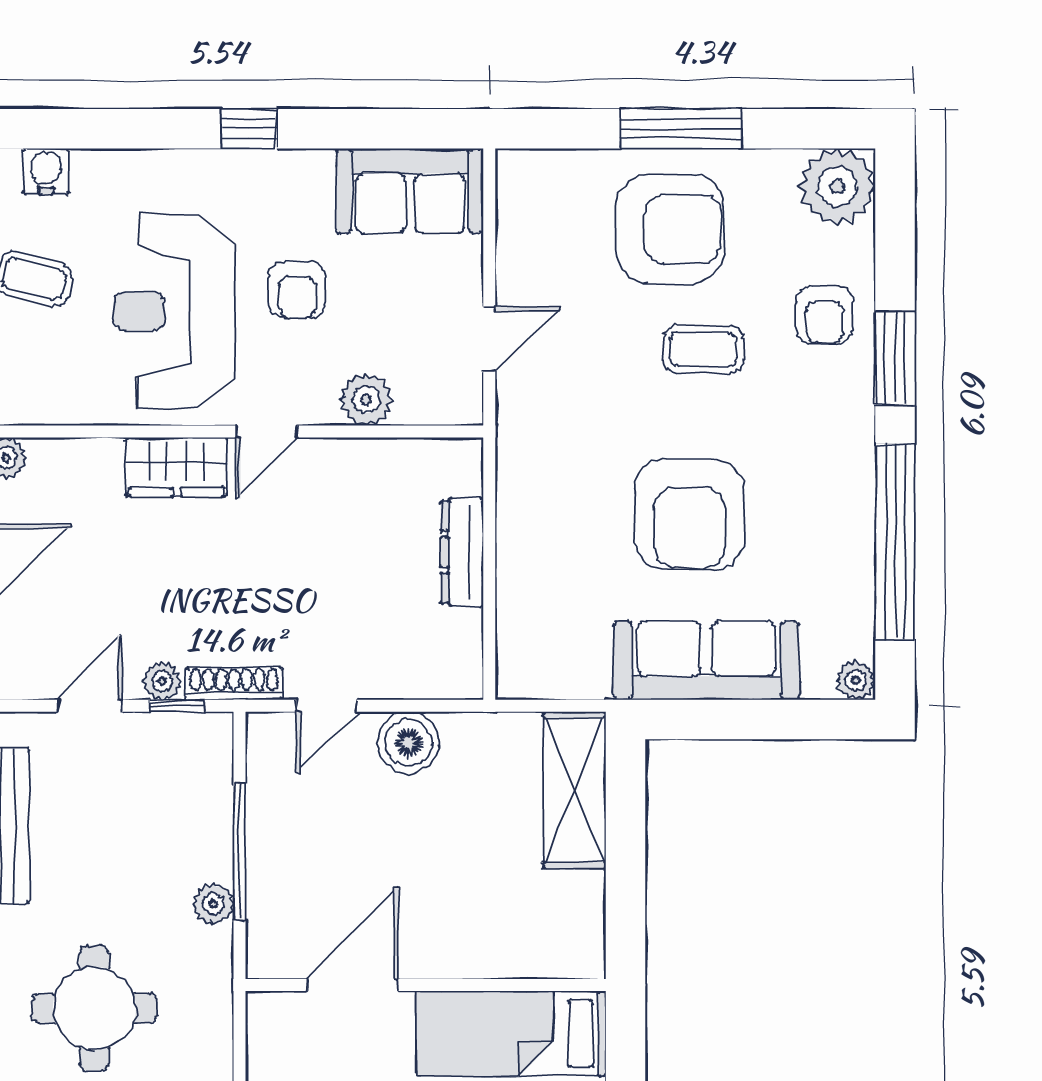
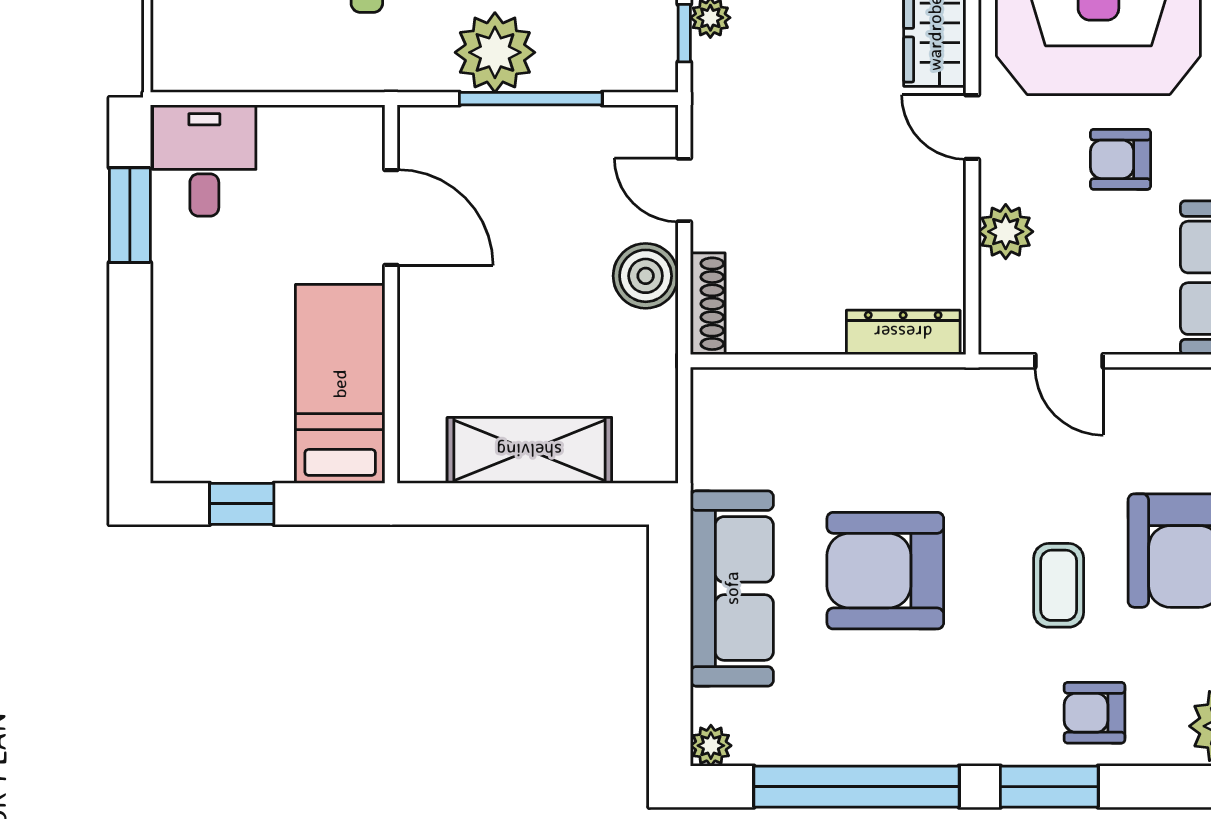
dresser: (462, 552) -> (903, 332), moved
shoe rack: (234, 683) -> (708, 304), moved
shelving: (575, 790) -> (529, 450), moved
plant: (213, 904) -> (495, 52), width x1.87, depth x1.87

